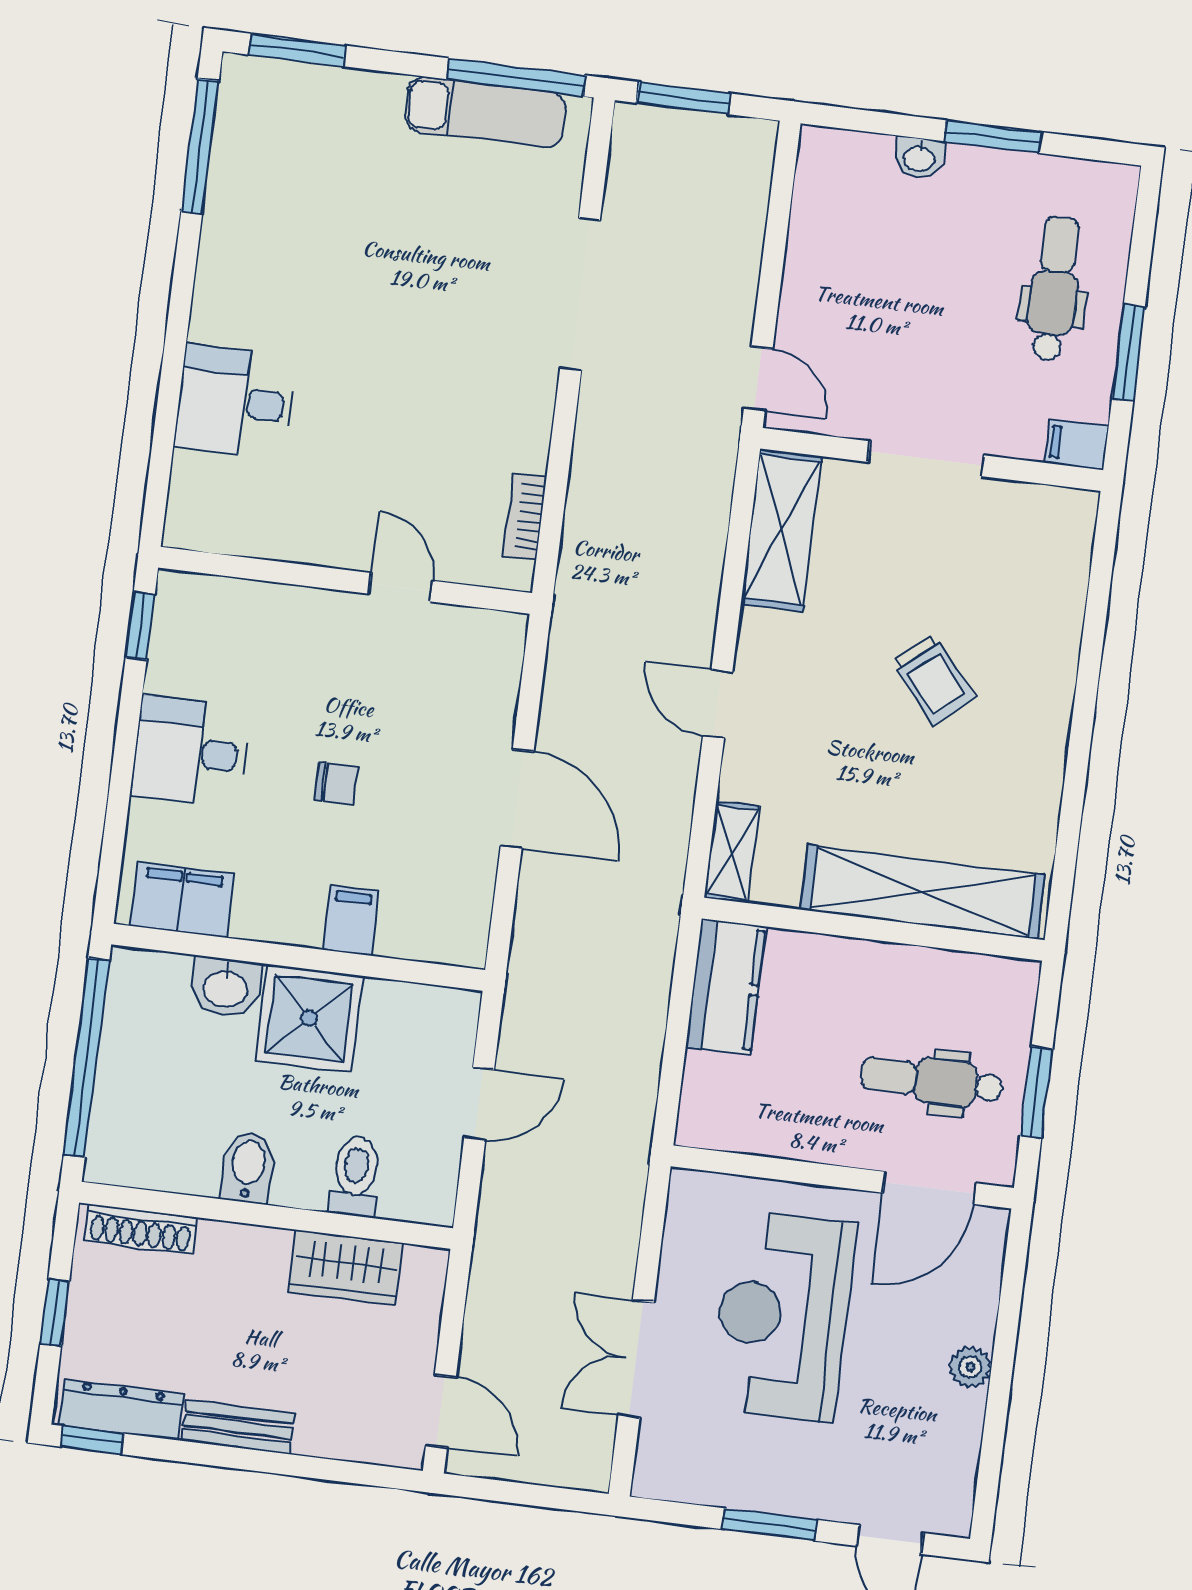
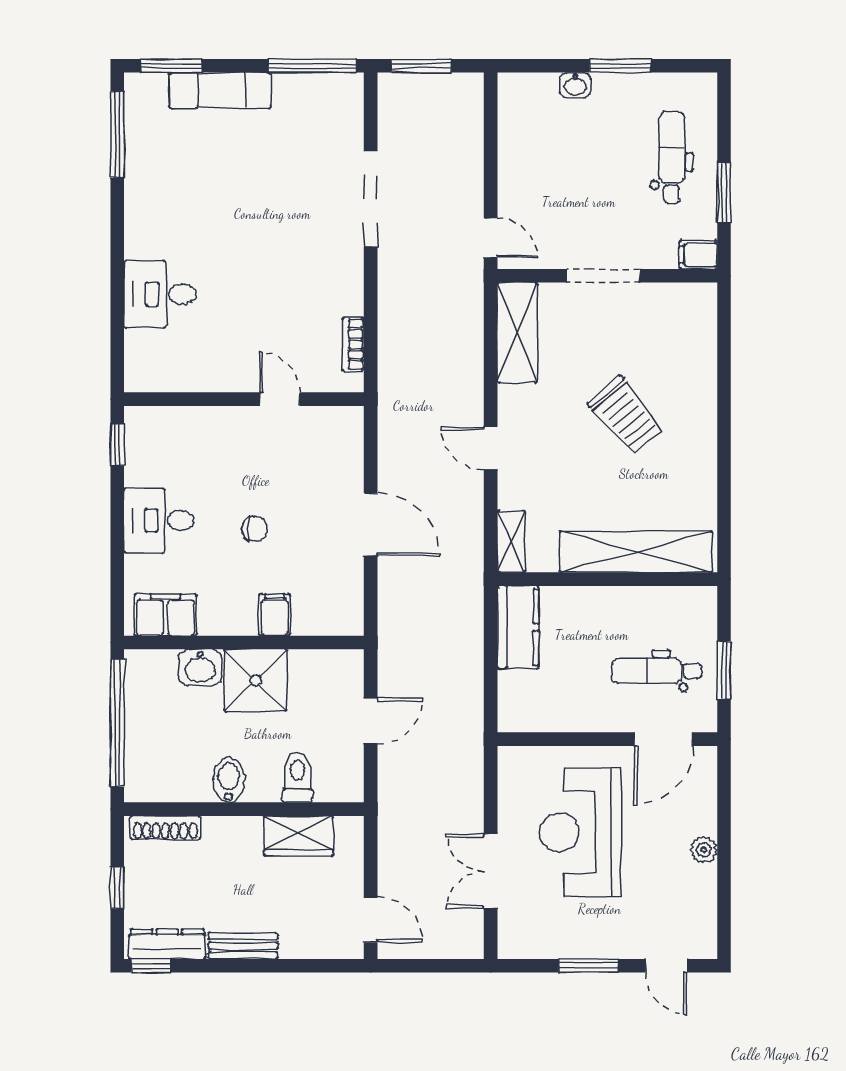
exam couch: (485, 112) -> (220, 90), moved
trolley: (933, 680) -> (626, 416), width x1.36, depth x1.39

